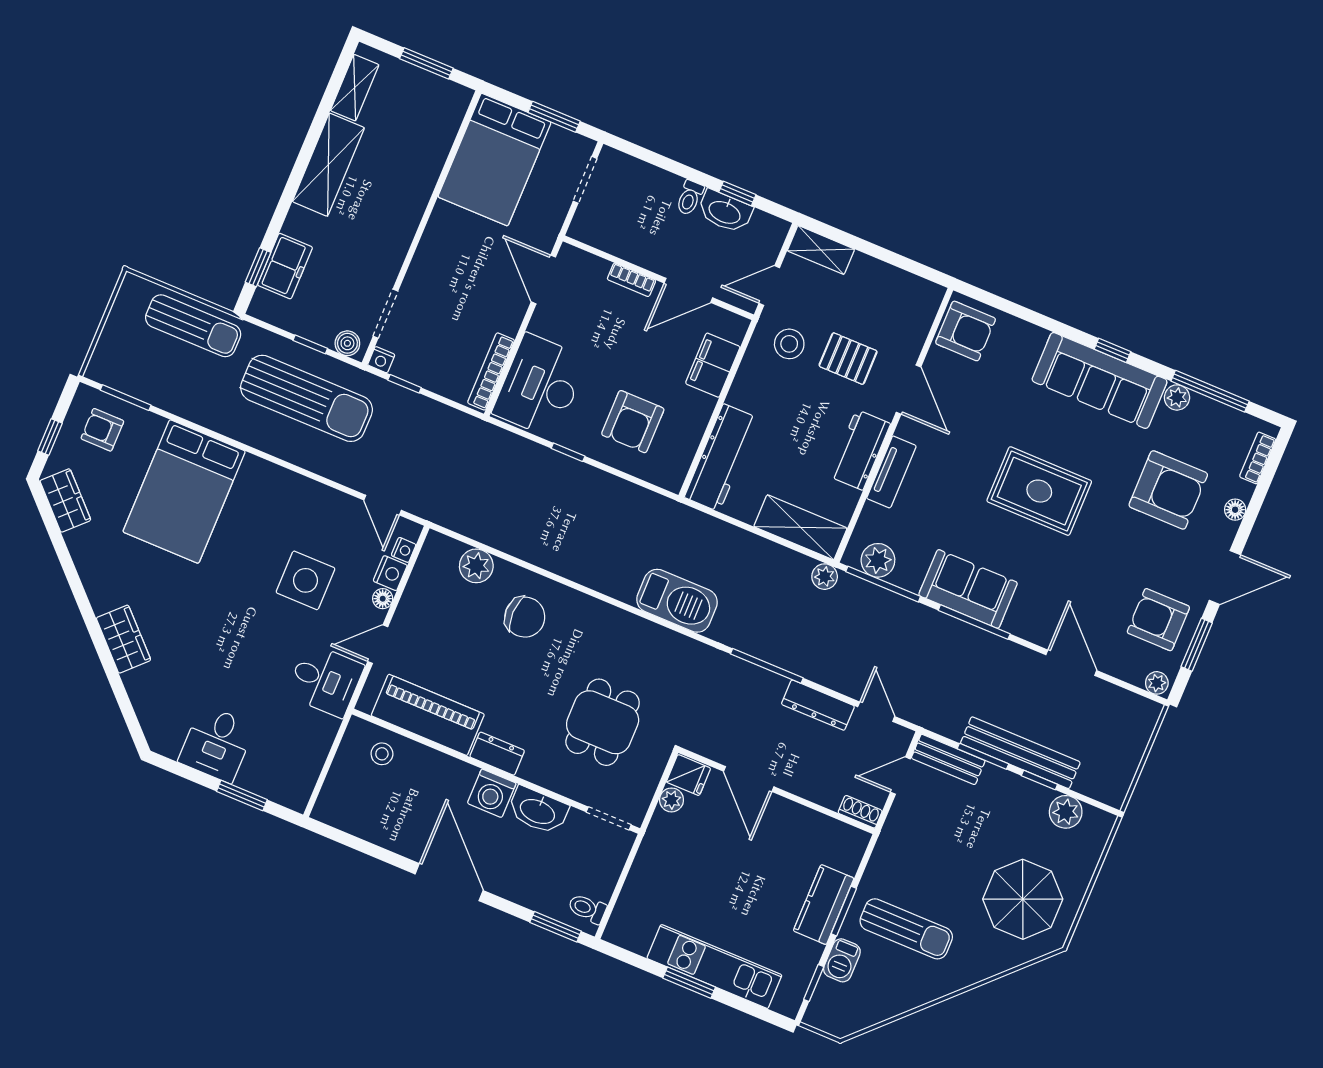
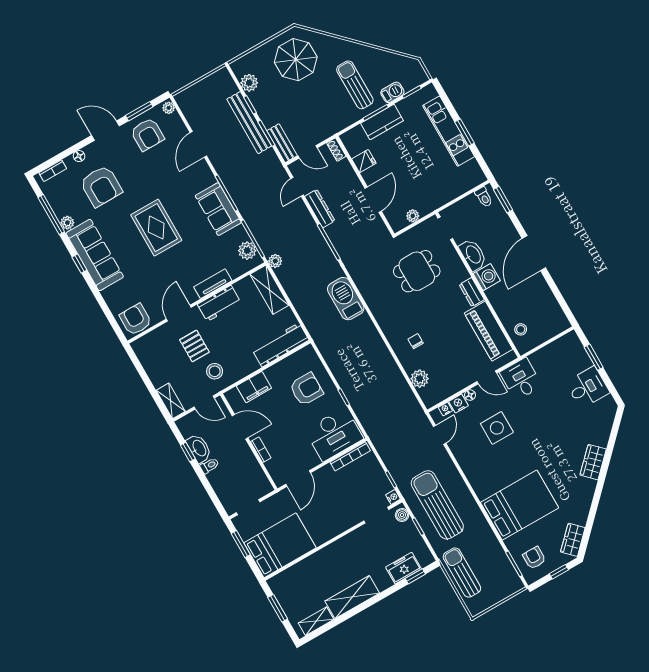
armchair: (102, 430) -> (534, 558), turned 180
armchair: (1168, 490) -> (101, 186), turned 180
chair: (525, 617) -> (416, 341), width x0.54, depth x0.54
fridge: (688, 775) -> (364, 161), moved, turned 90

